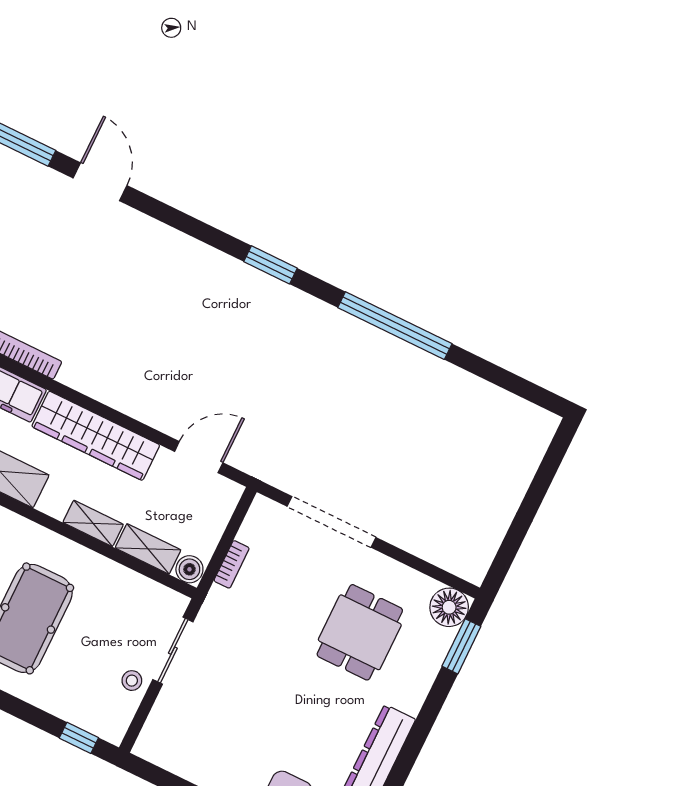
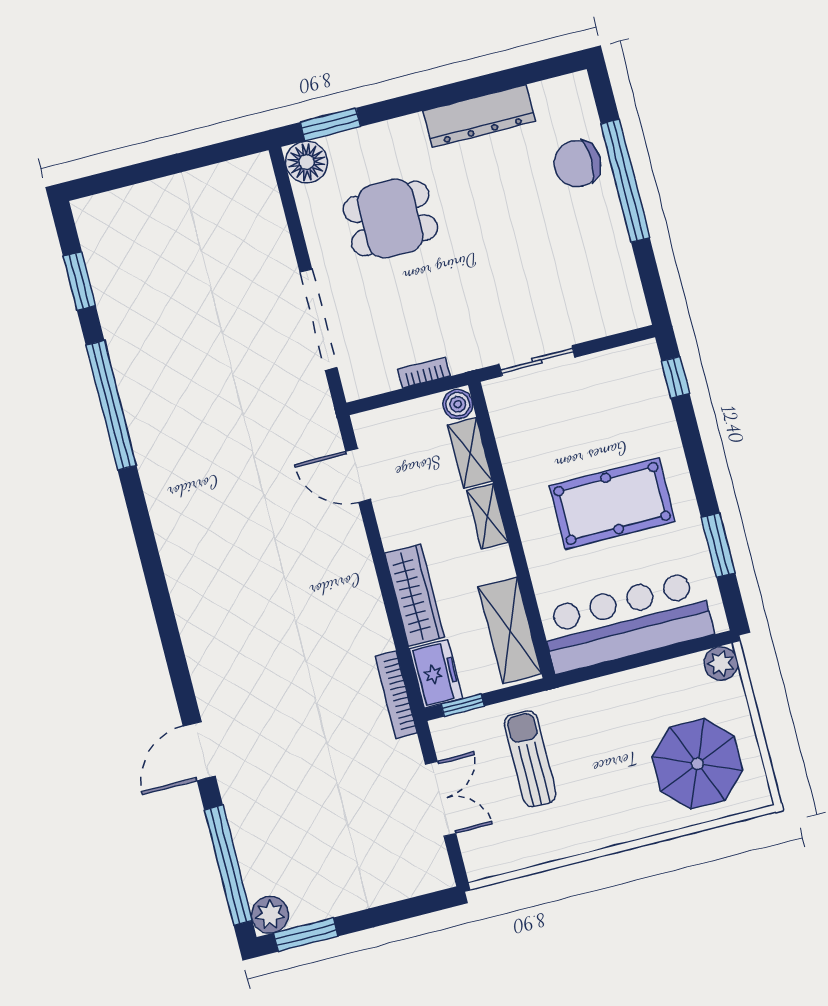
window: (270, 265) -> (79, 281), moved
wardrobe: (96, 436) -> (415, 595), width x0.71, depth x0.85
stool: (132, 681) -> (591, 374), removed

